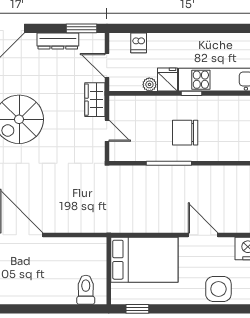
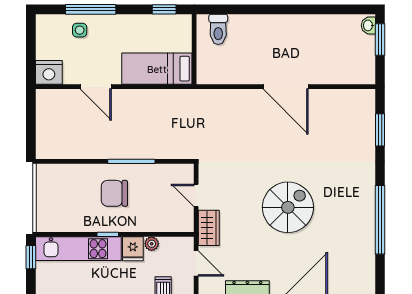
chair: (185, 133) -> (114, 193), turned 180
bed: (144, 260) -> (157, 69), width x0.67
side table: (218, 289) -> (80, 30), width x0.54, depth x0.54
window: (208, 309) -> (91, 9), added

